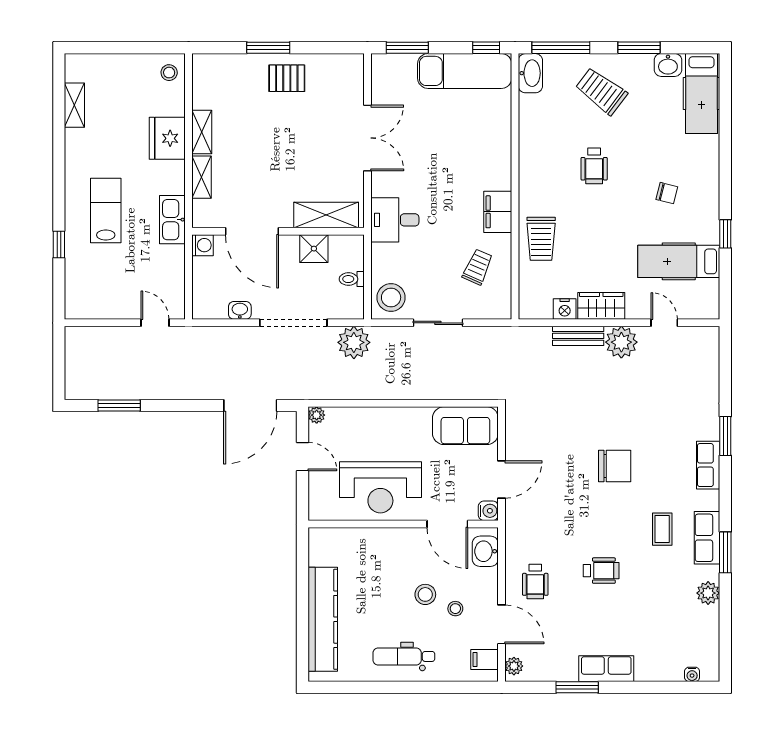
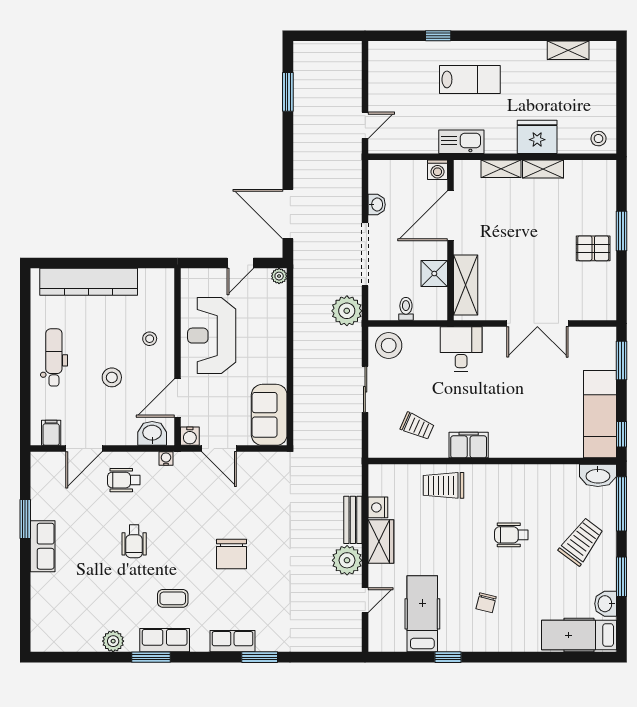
pallet: (287, 78) -> (593, 248), turned 90
stool: (455, 609) -> (150, 339), moved
plant: (514, 666) -> (45, 460), removed
water cooler: (692, 674) -> (166, 459), moved, turned 90

